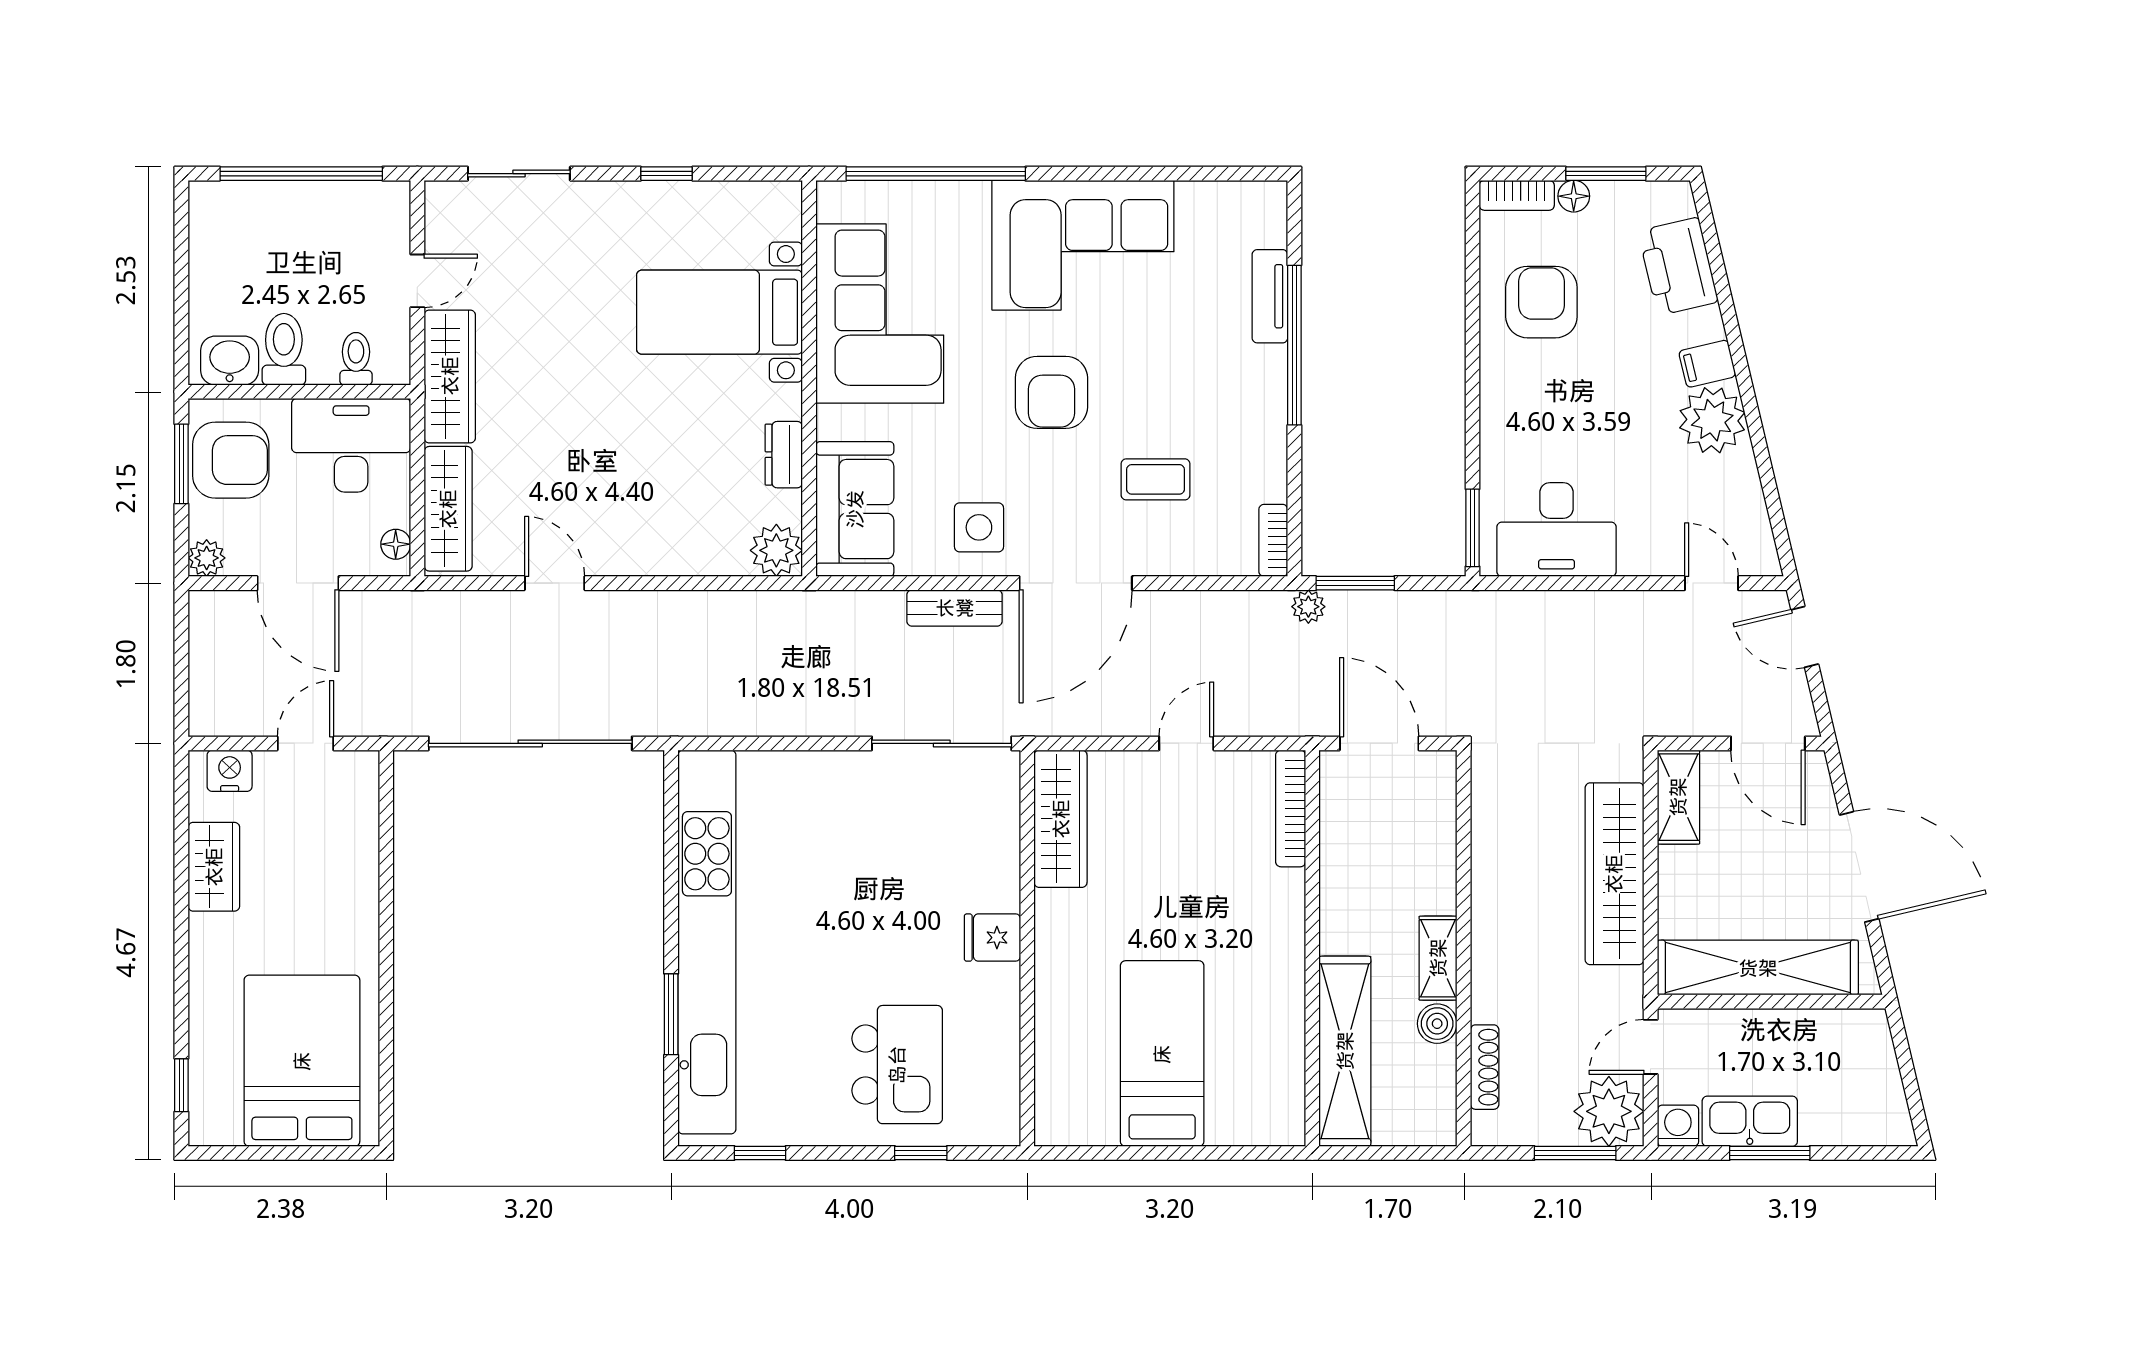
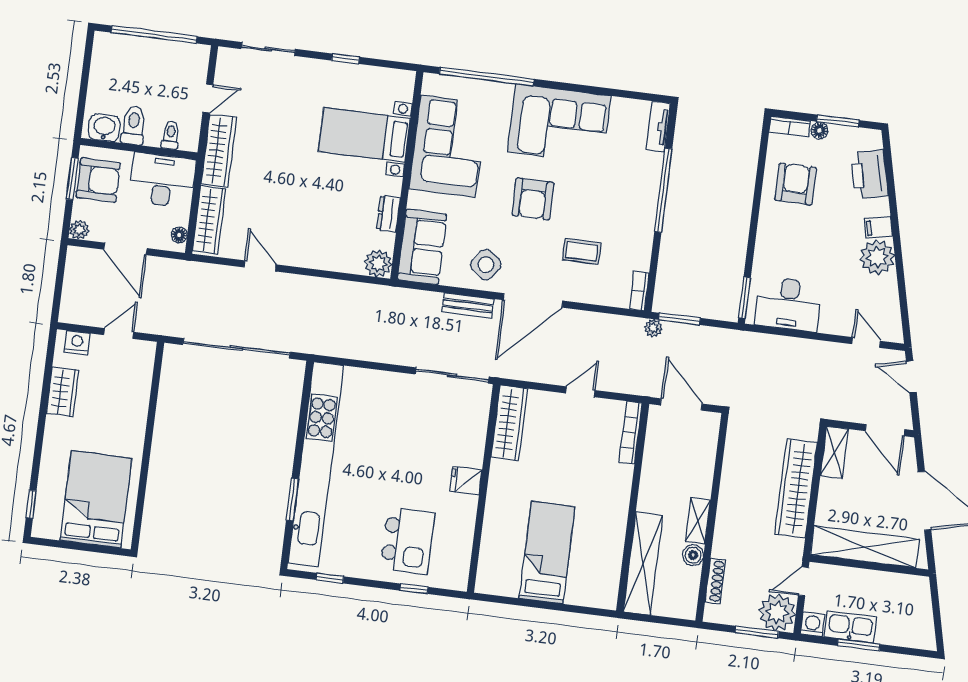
tv unit: (1270, 296) -> (658, 127), moved
side table: (979, 527) -> (486, 265), turned 37

